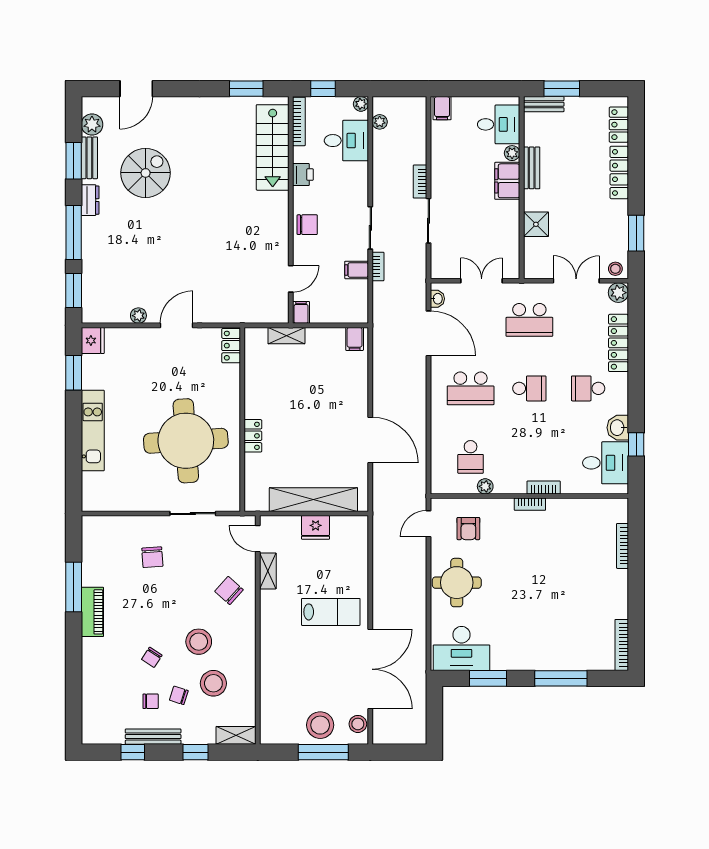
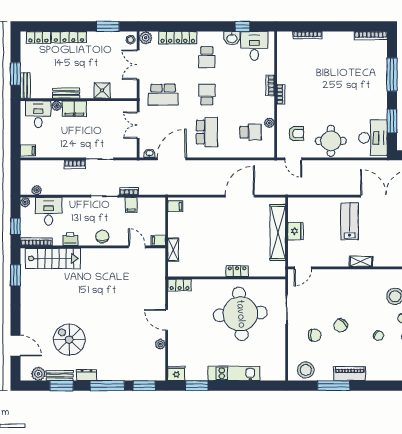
school desk: (529, 320) -> (163, 95), turned 90
shelving: (268, 571) -> (361, 262), moved
chair: (229, 590) -> (341, 325), moved
stool: (199, 642) -> (306, 370), moved

